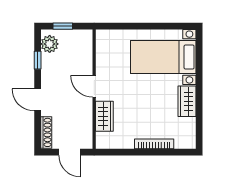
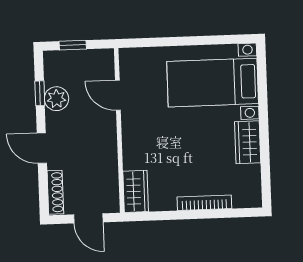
plant: (50, 44) -> (56, 99), moved
door: (94, 86) -> (118, 95), moved
wardrobe: (104, 116) -> (136, 191), moved

